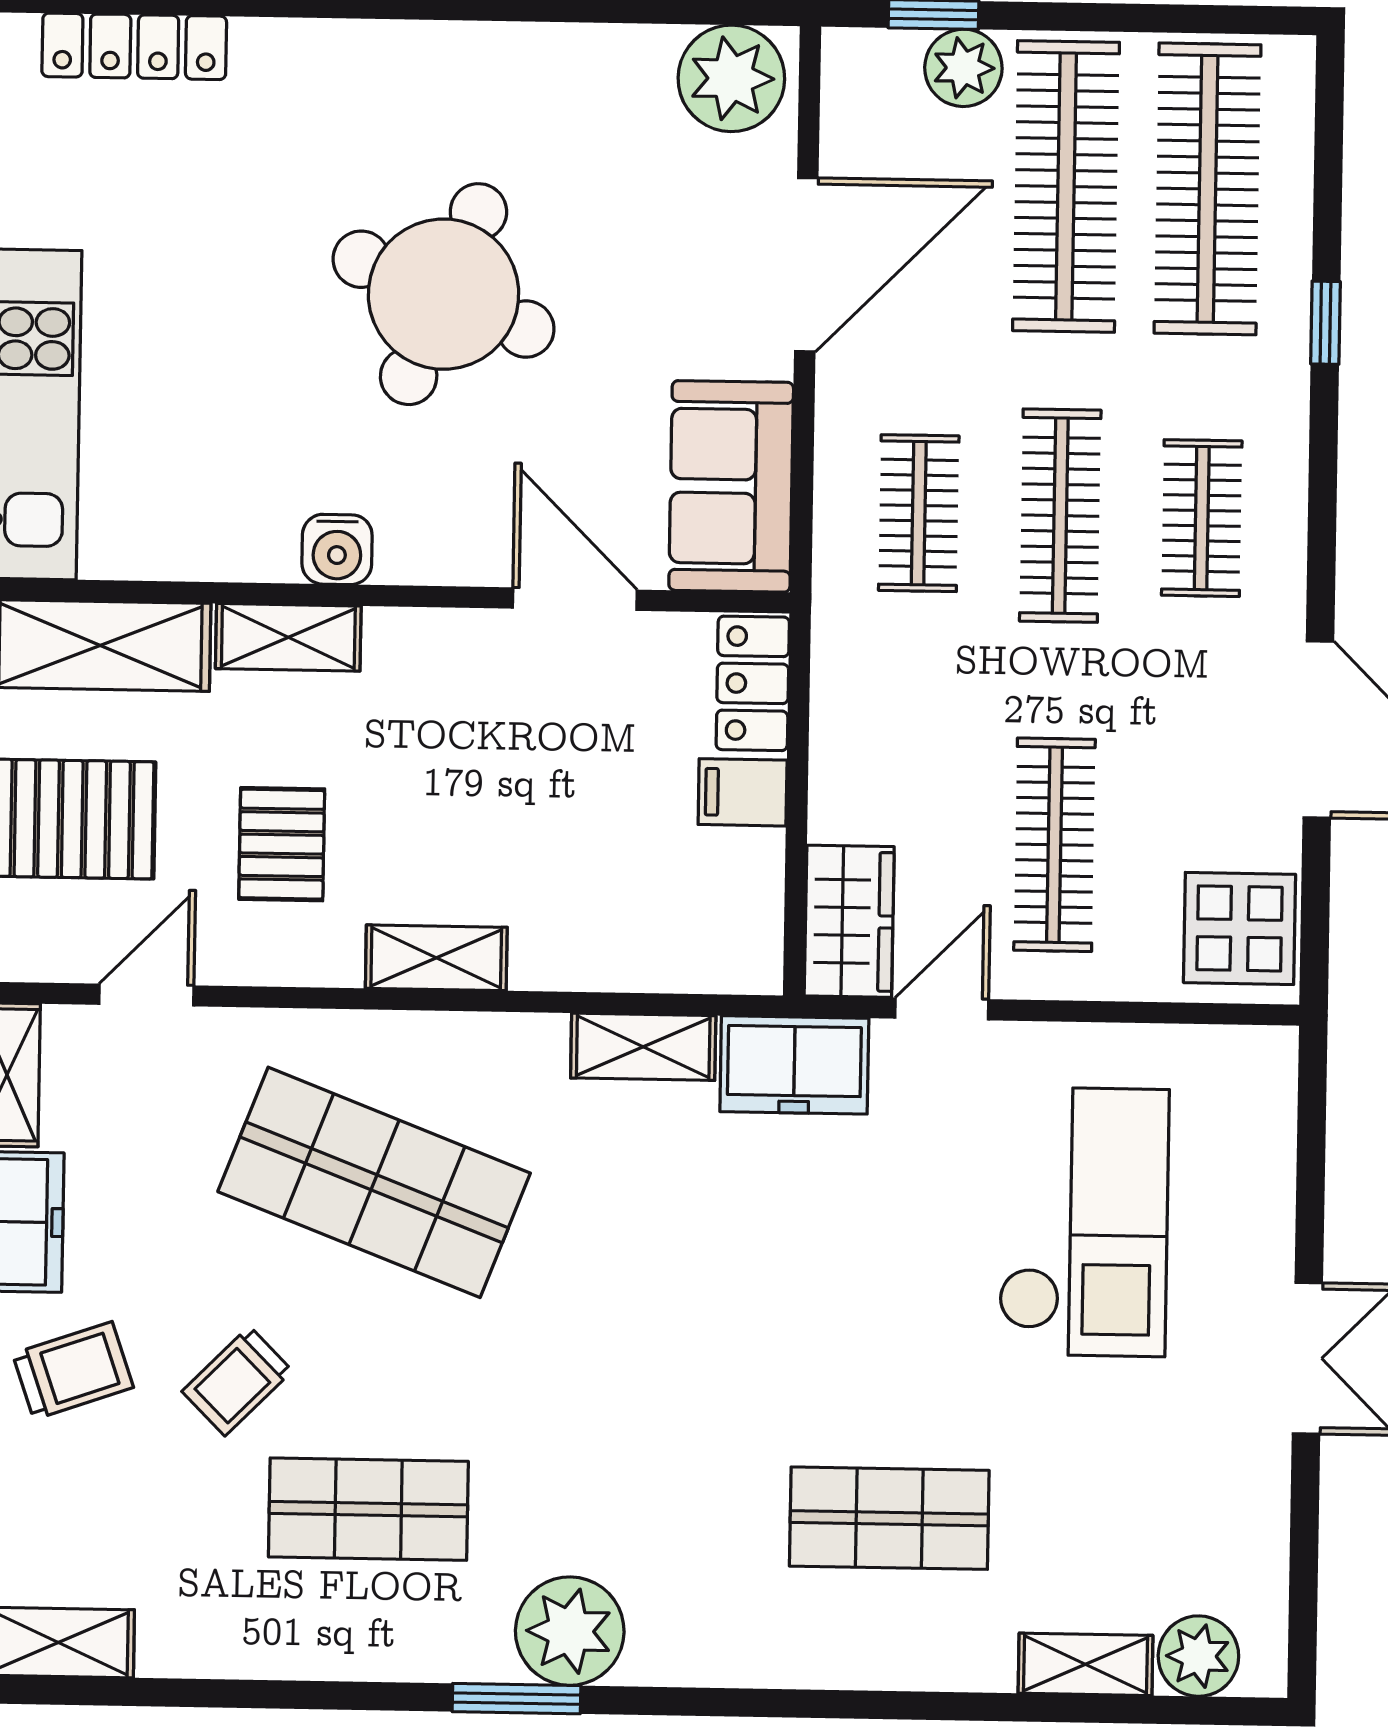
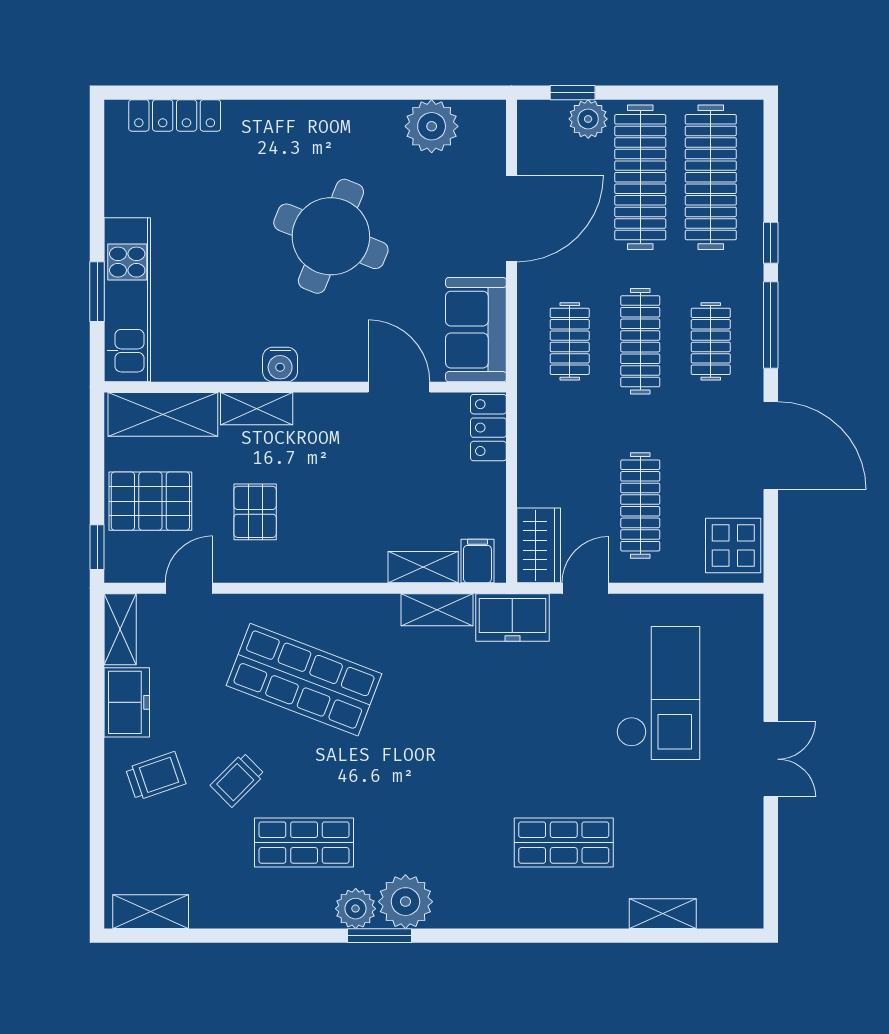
plant: (731, 78) -> (432, 126), moved
window: (1323, 488) -> (771, 325), added
filing cabinet: (743, 792) -> (477, 561), moved, turned 90
shelving: (436, 958) -> (423, 567), moved
plant: (1198, 1656) -> (356, 909), moved

